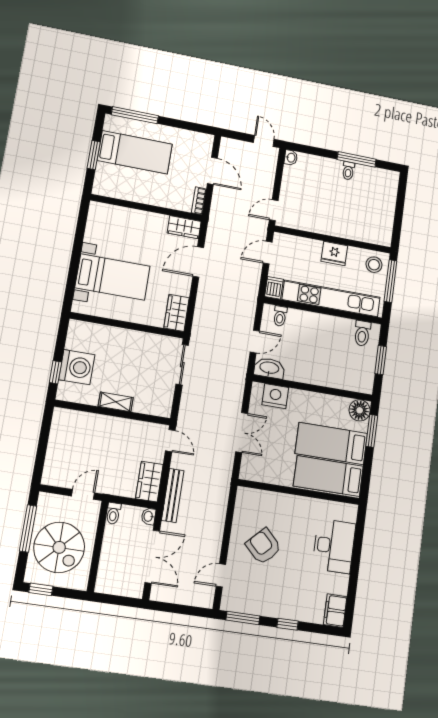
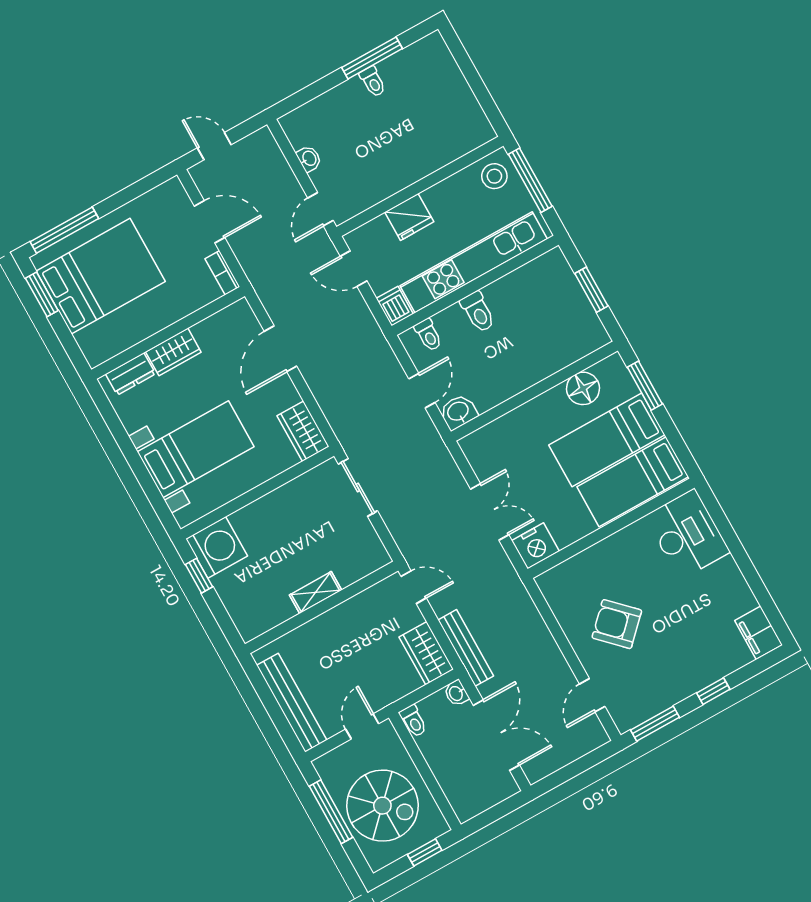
door: (264, 141) -> (214, 146), moved
bed: (135, 152) -> (101, 276), width x1.50
window: (94, 155) -> (42, 294), moved
washbasin: (291, 158) -> (309, 159), moved
dresser: (110, 212) -> (131, 374), added
wardrobe: (184, 227) -> (173, 352), moved
door: (268, 253) -> (354, 269), hinge flipped
fridge: (334, 253) -> (409, 217), moved
toilet: (362, 333) -> (478, 312), moved
washing machine: (77, 367) -> (217, 547), moved
washbasin: (269, 368) -> (458, 412), width x0.72
window: (55, 372) -> (199, 576), moved
nightstand: (275, 396) -> (535, 546), moved, turned 180
floor lamp: (360, 410) -> (583, 388), moved
bench: (55, 451) -> (292, 703), added
desk: (334, 546) -> (687, 534), moved
window: (41, 589) -> (425, 852), moved

